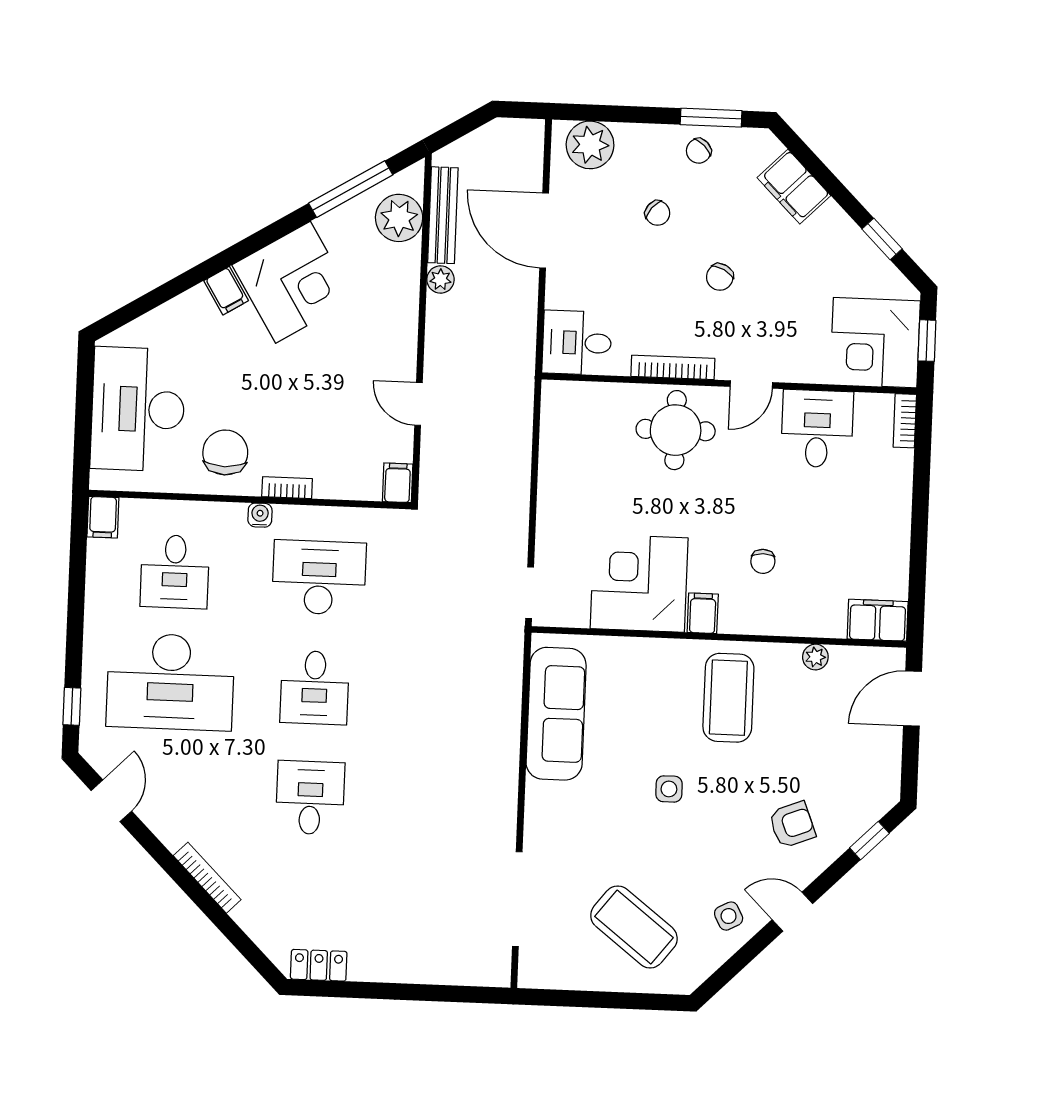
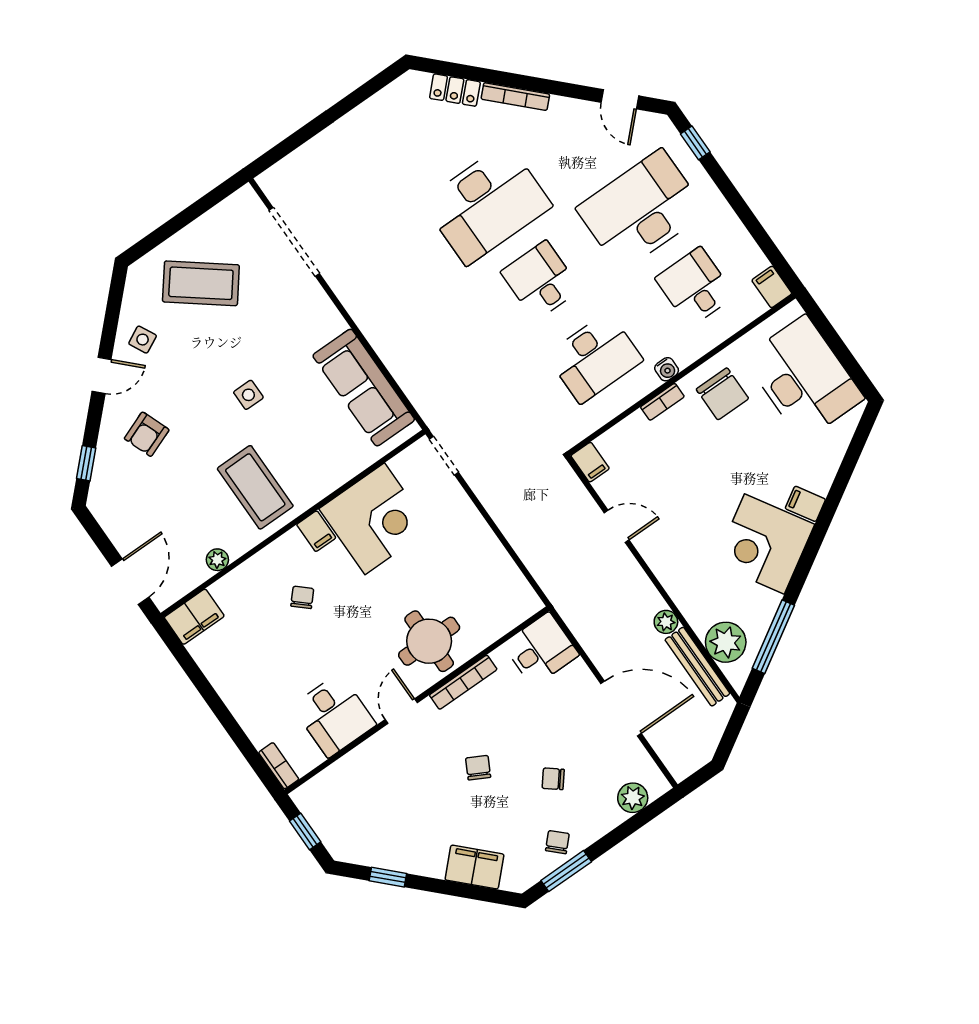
plant: (590, 145) -> (633, 798), width x0.73, depth x0.73
corner desk: (875, 343) -> (339, 803), removed
chair: (763, 561) -> (302, 597), turned 42
desk: (310, 798) -> (487, 204), width x1.87, depth x1.30
locker: (319, 965) -> (455, 90), moved, turned 45

